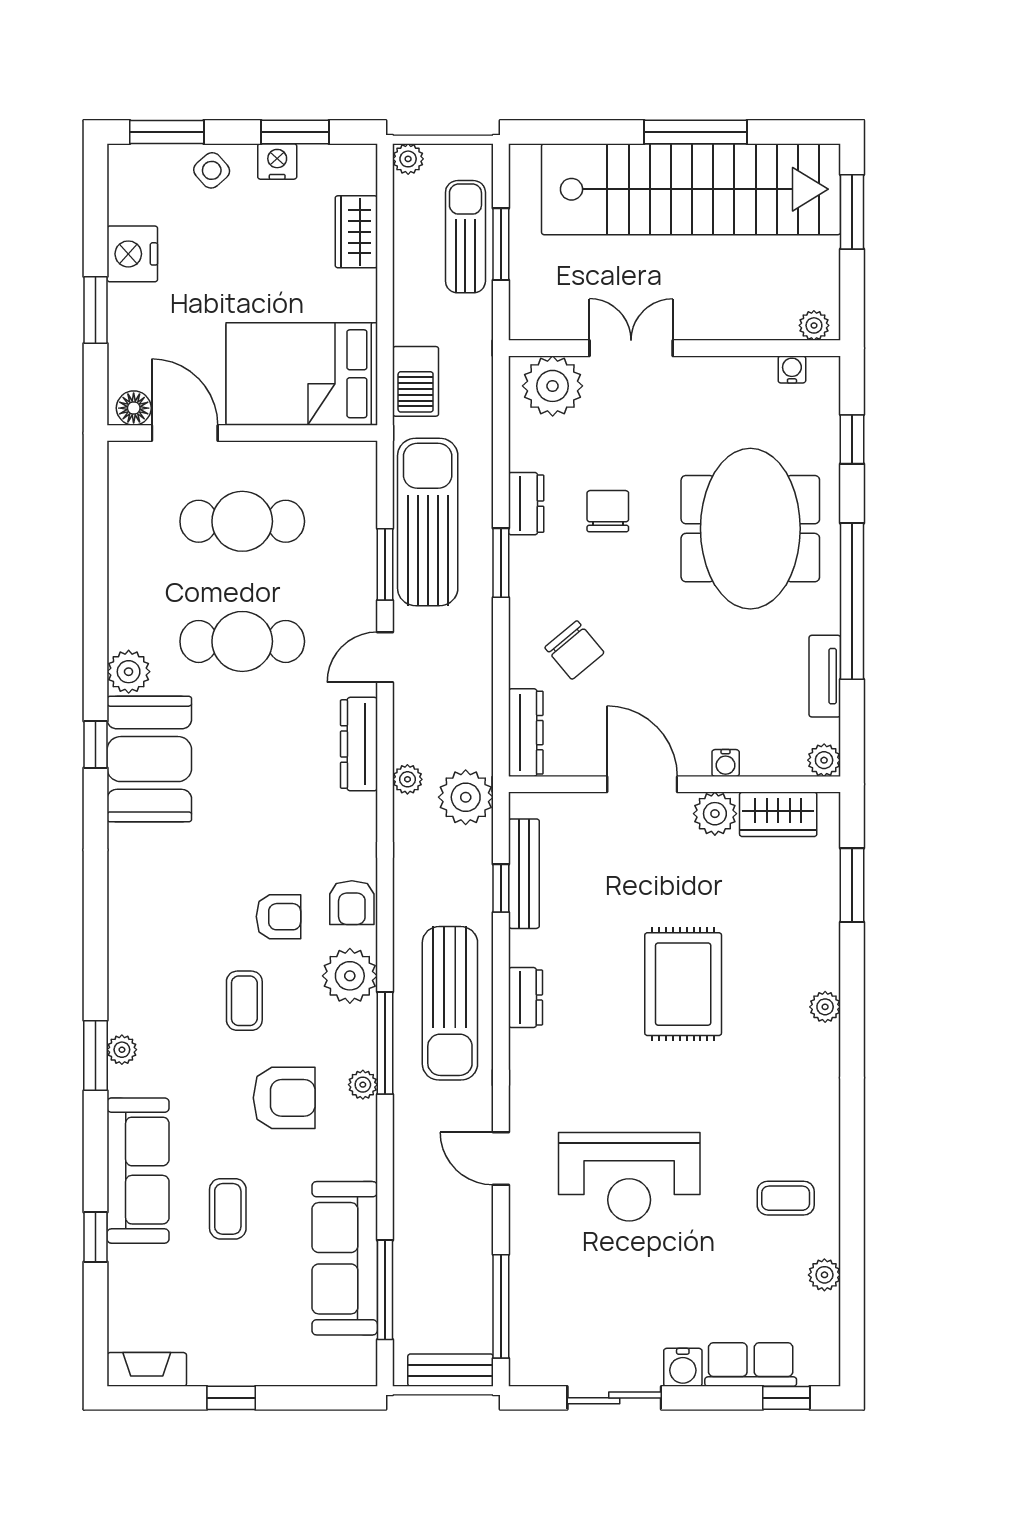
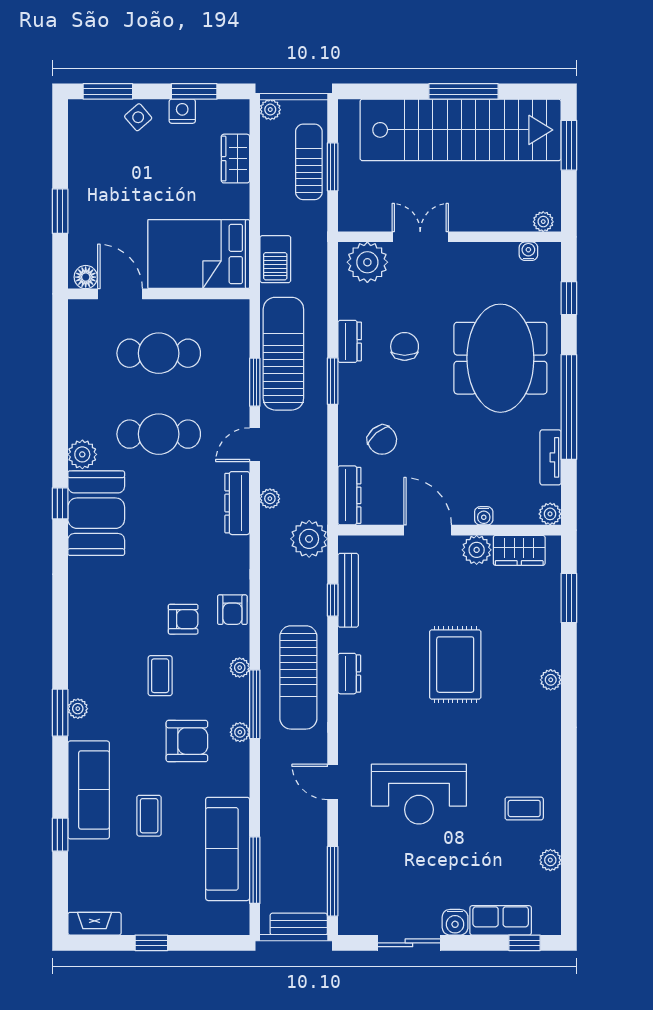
nightstand: (132, 254) -> (85, 173), removed
plant: (407, 779) -> (270, 499), moved
plant: (350, 976) -> (240, 668), width x0.53, depth x0.53

